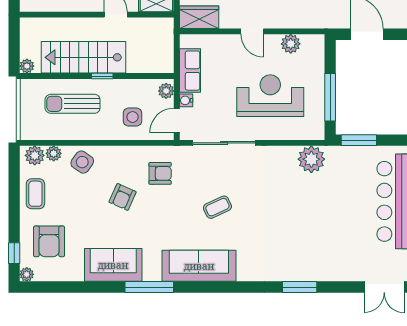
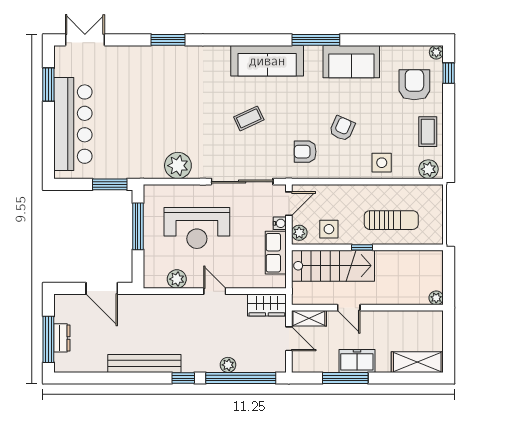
stairs: (84, 57) -> (333, 266), moved
plant: (27, 66) -> (436, 298), moved
side table: (133, 117) -> (329, 229), moved
plant: (54, 153) -> (410, 171), removed
plant: (311, 159) -> (178, 166), moved
side table: (82, 162) -> (382, 163), turned -35

